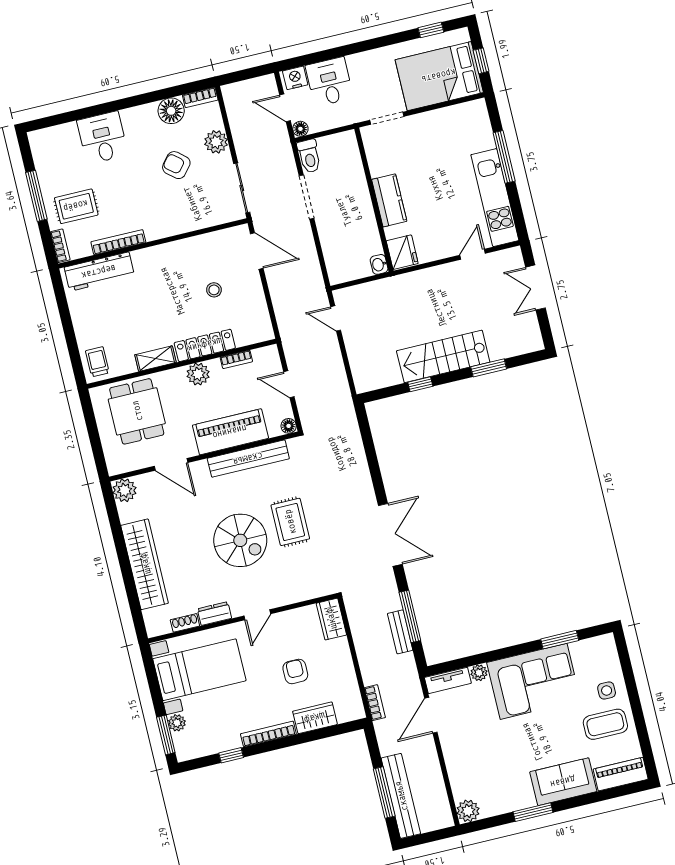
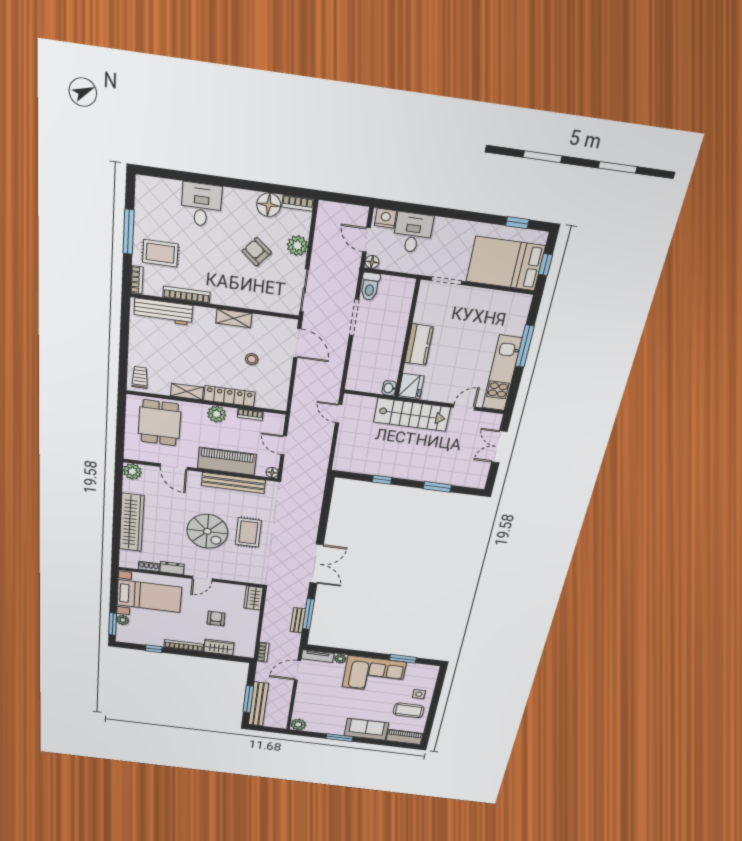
shelving: (178, 249) -> (234, 318), added
stairs: (443, 356) -> (412, 415), moved, turned 180

